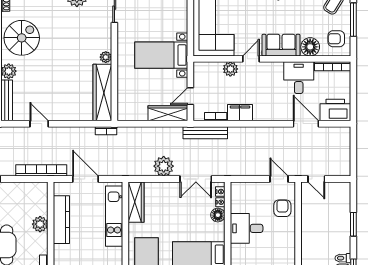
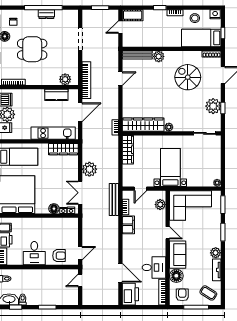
spiral stairs: (22, 38) -> (188, 77), moved, turned 180
plant: (230, 69) -> (160, 205), moved
door: (190, 96) -> (140, 189), swing flipped
wardrobe: (168, 113) -> (128, 150), moved
door: (306, 124) -> (120, 273), hinge flipped
kitchen counter: (61, 220) -> (56, 95), width x0.67
plant: (40, 224) -> (65, 79), moved
desk: (247, 228) -> (34, 253), moved, turned 180

